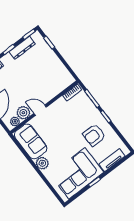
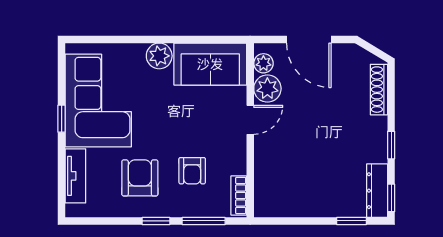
dresser: (22, 48) -> (377, 191), moved
armchair: (76, 117) -> (192, 171), added

